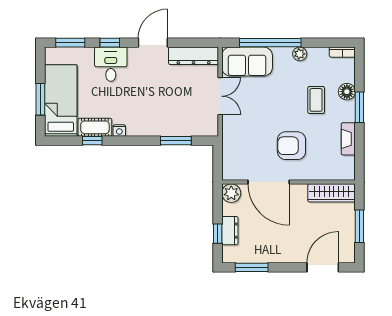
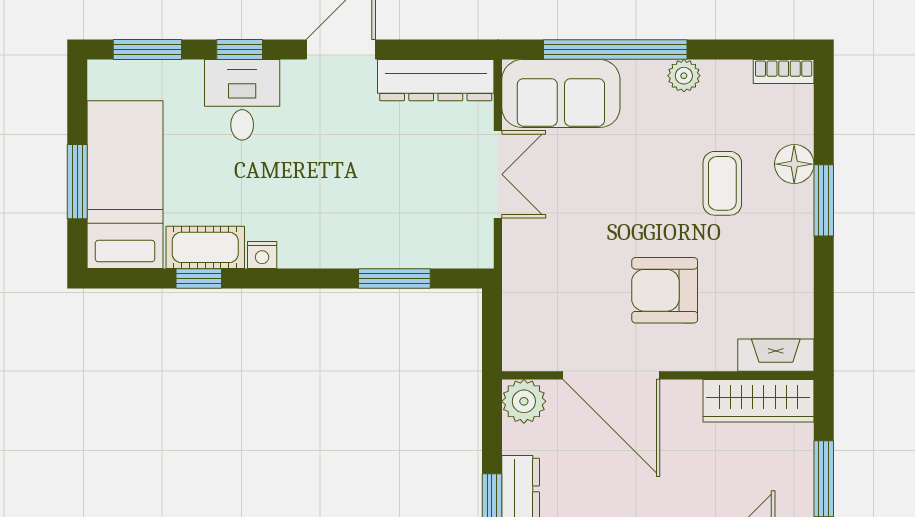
fireplace: (348, 139) -> (776, 355), moved, turned 90

